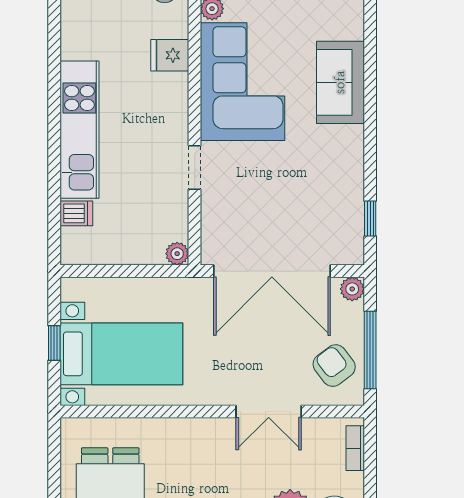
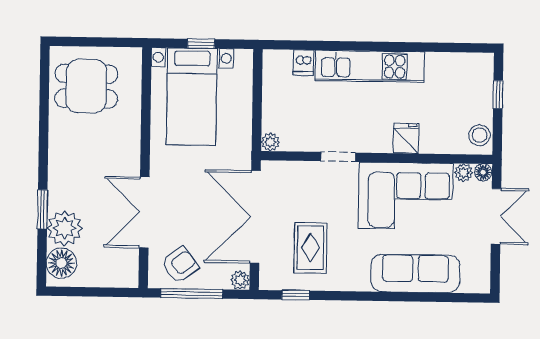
fridge: (170, 55) -> (406, 138), moved
sofa: (340, 82) -> (415, 273), width x1.36
rug: (310, 201) -> (310, 248), added
double door: (269, 411) -> (144, 212), width x1.37
bookcase: (355, 448) -> (114, 280), removed

